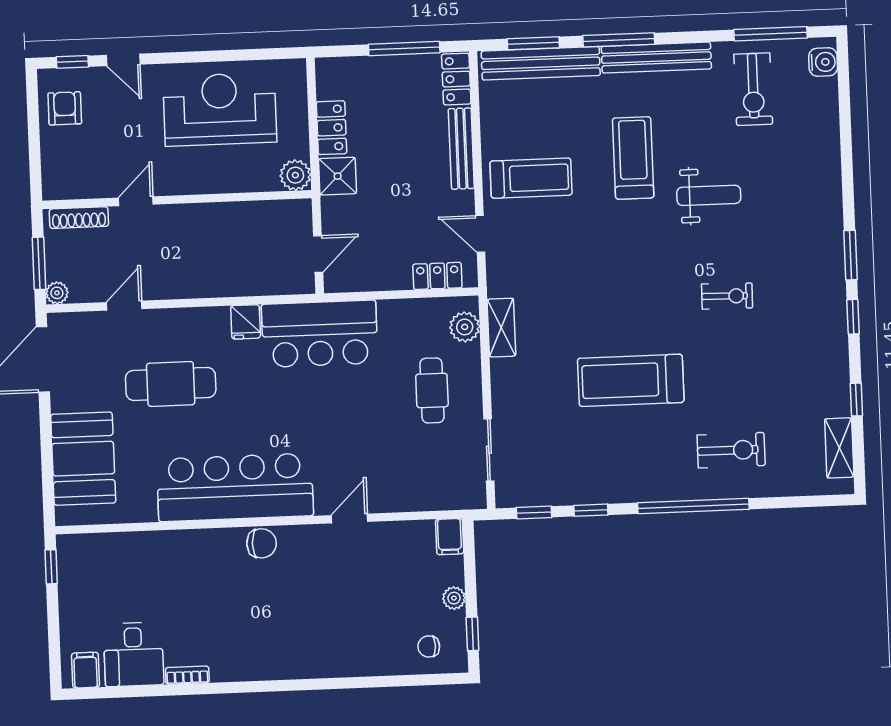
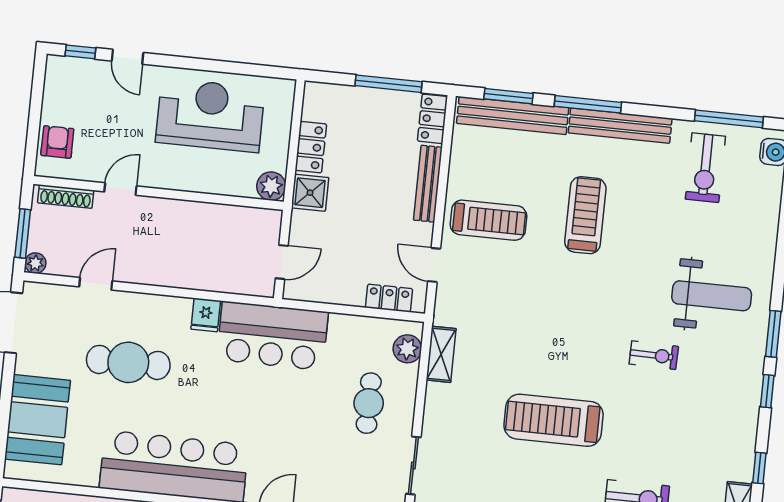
armchair: (65, 108) -> (57, 142), moved
weight bench: (709, 195) -> (712, 296), moved, width x1.36, depth x1.33

